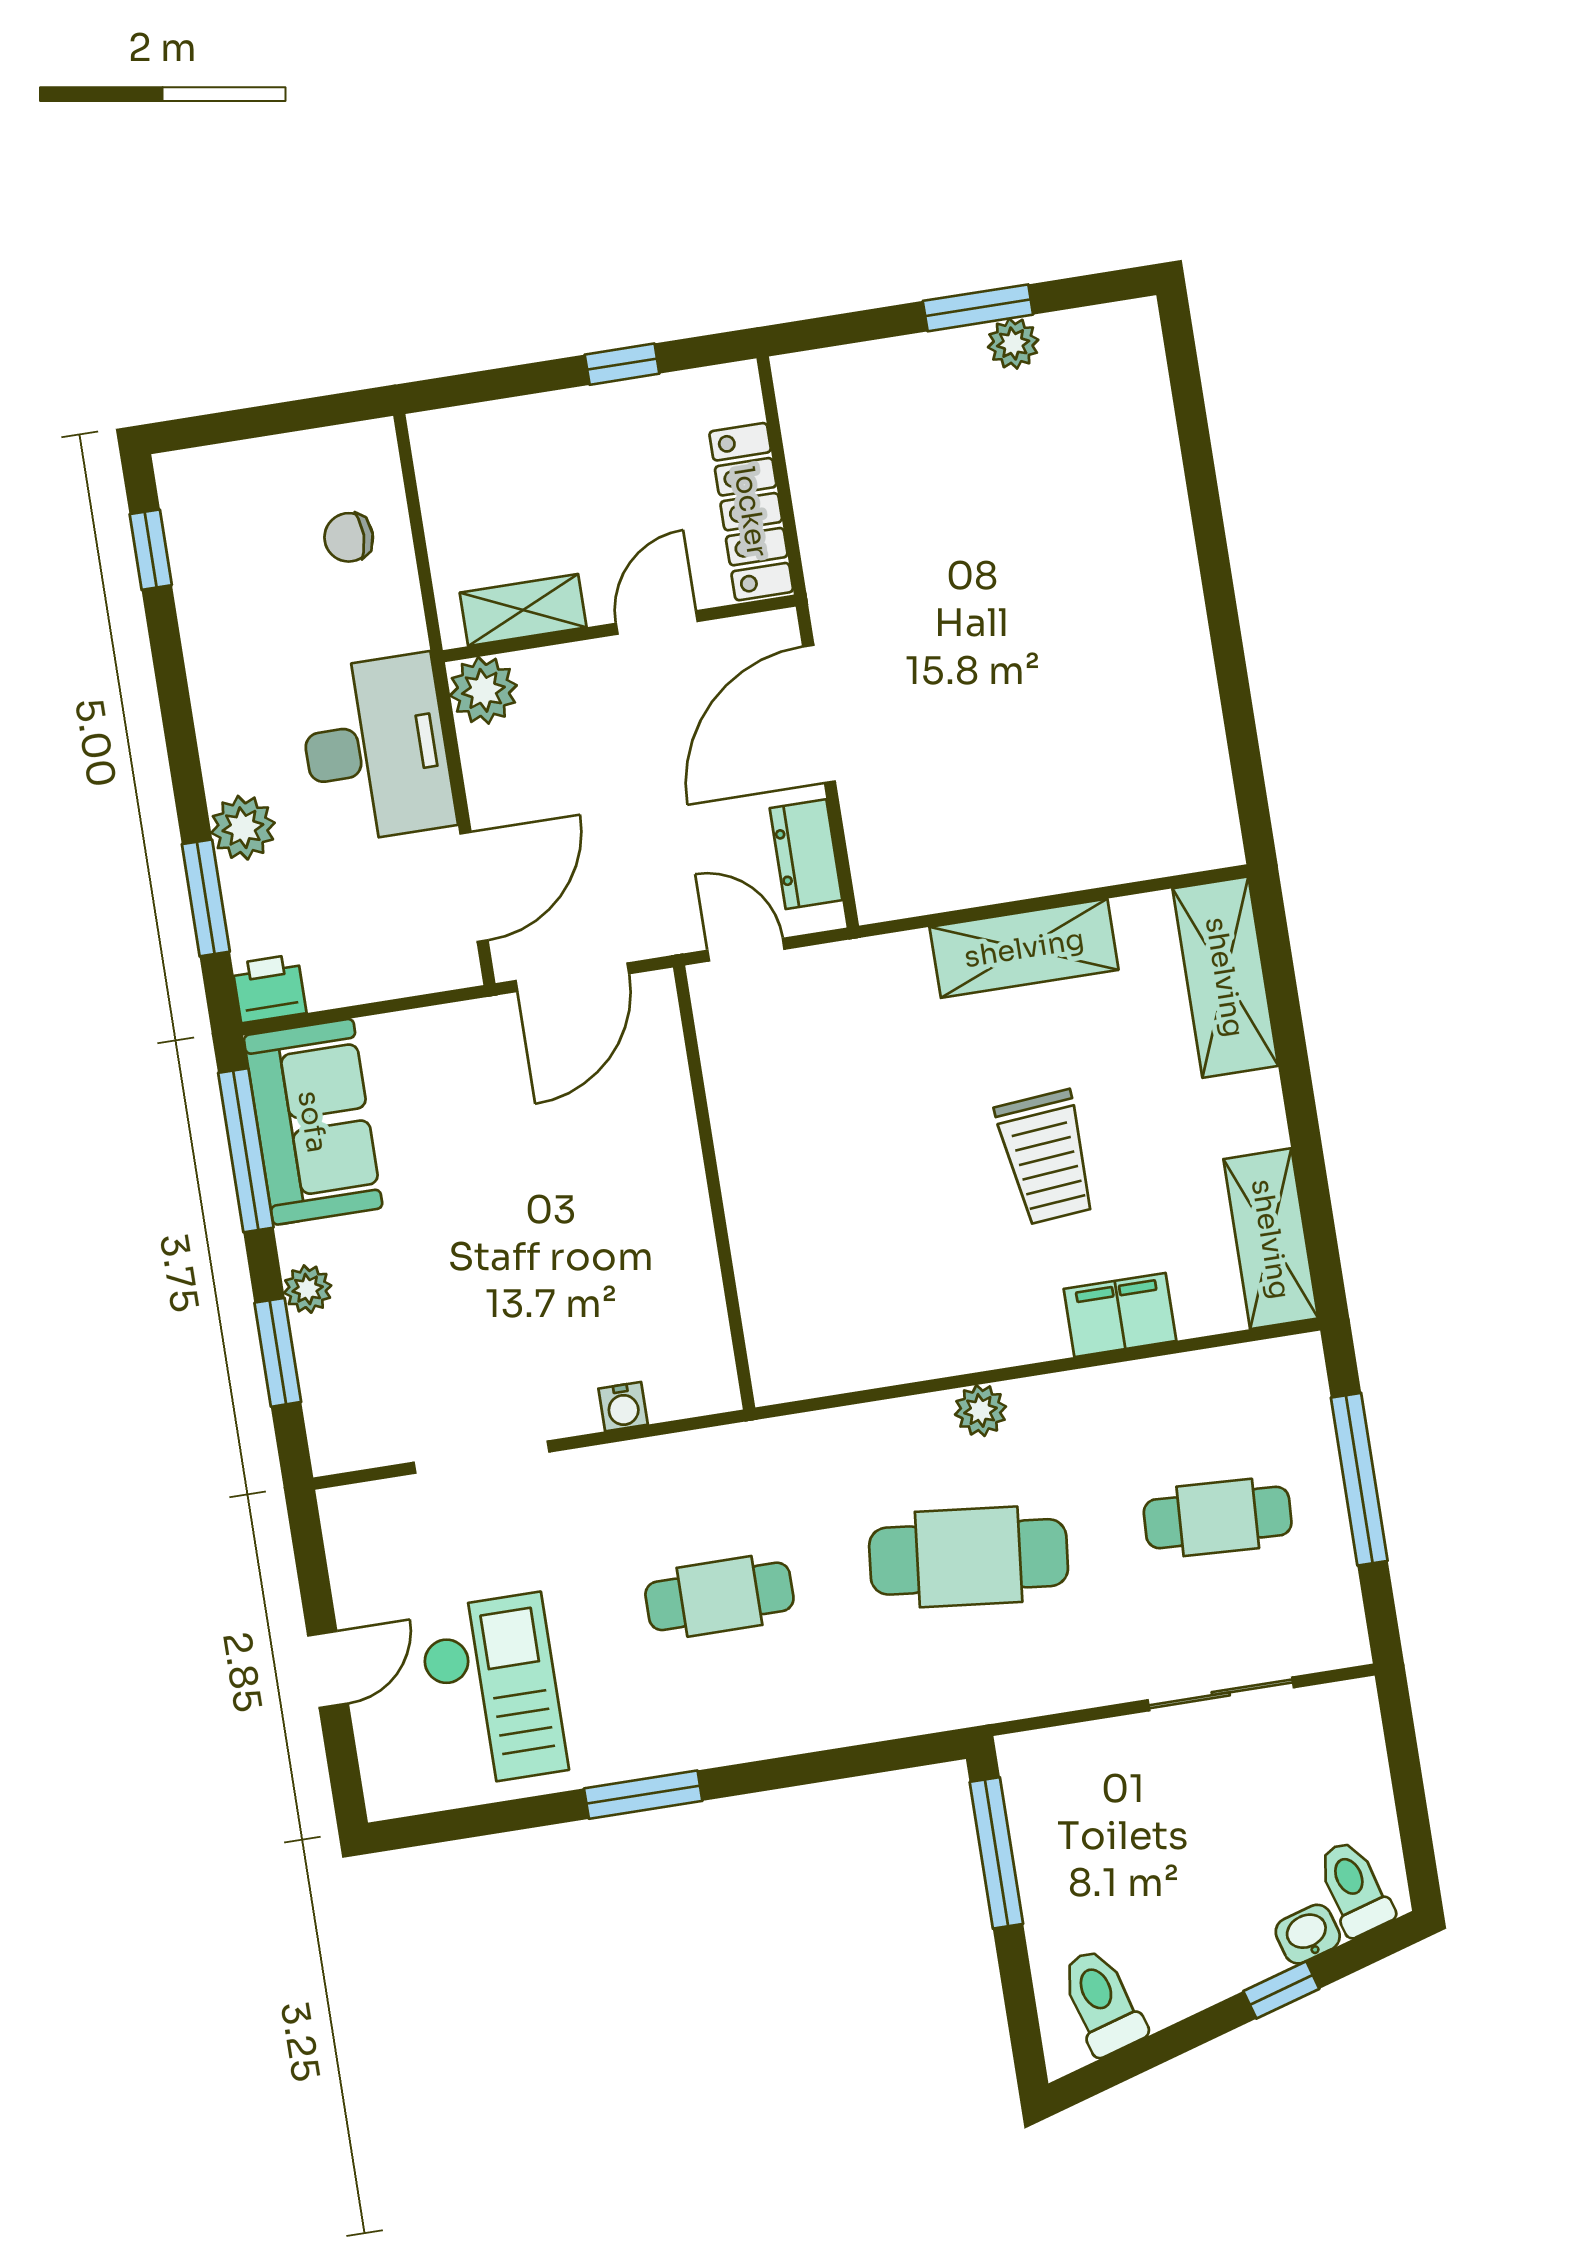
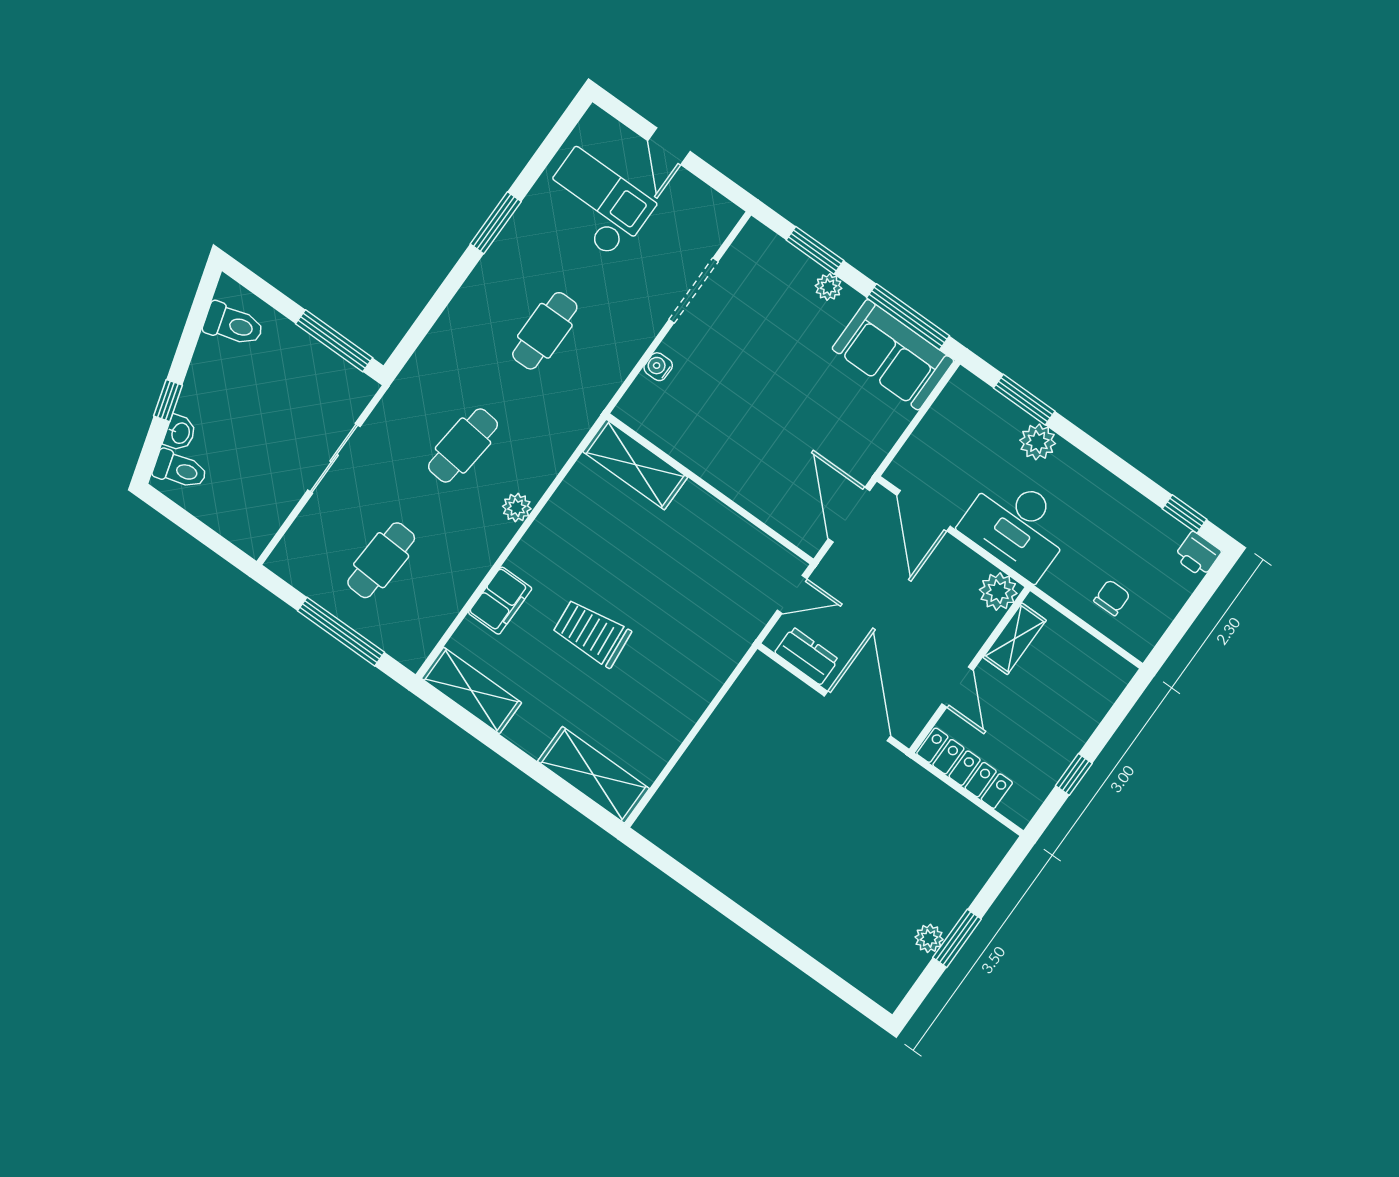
shelving: (1024, 948) -> (635, 465), moved, turned 90
printer: (269, 989) -> (1198, 554), moved, turned 90
cafe table: (969, 1557) -> (463, 446), width x0.73, depth x0.74
checkout: (492, 1691) -> (596, 203), turned 180
sliding door: (1221, 1694) -> (334, 458), moved

